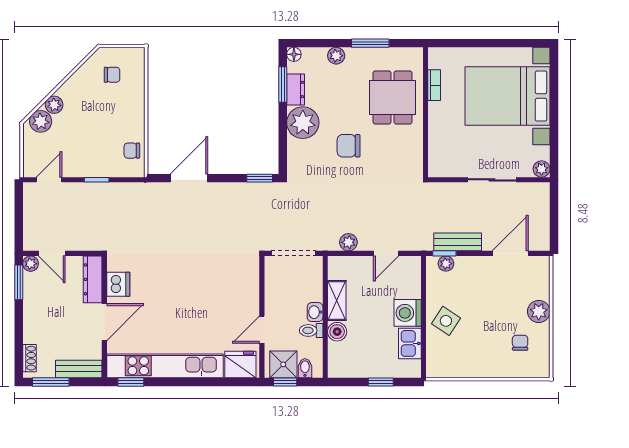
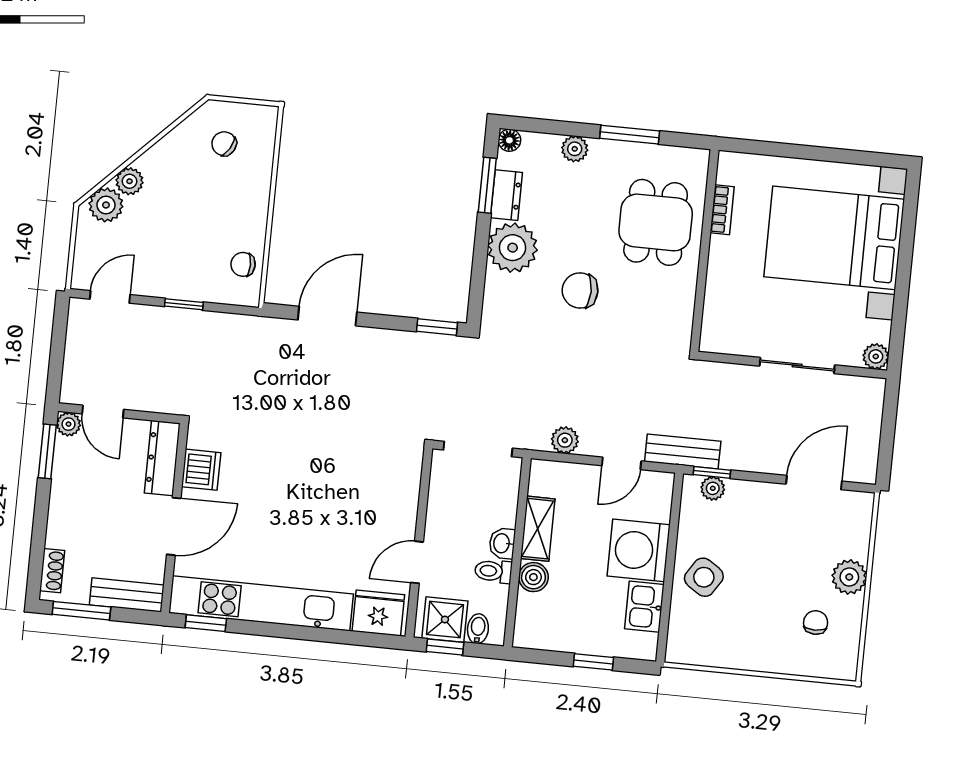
chair: (112, 75) -> (224, 144), turned -150
bench: (458, 242) -> (683, 451), moved
washing machine: (408, 313) -> (639, 550), width x1.37, depth x1.37

